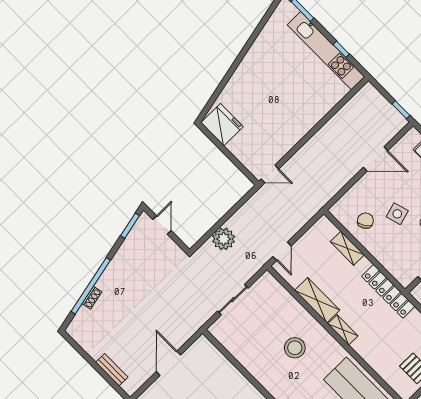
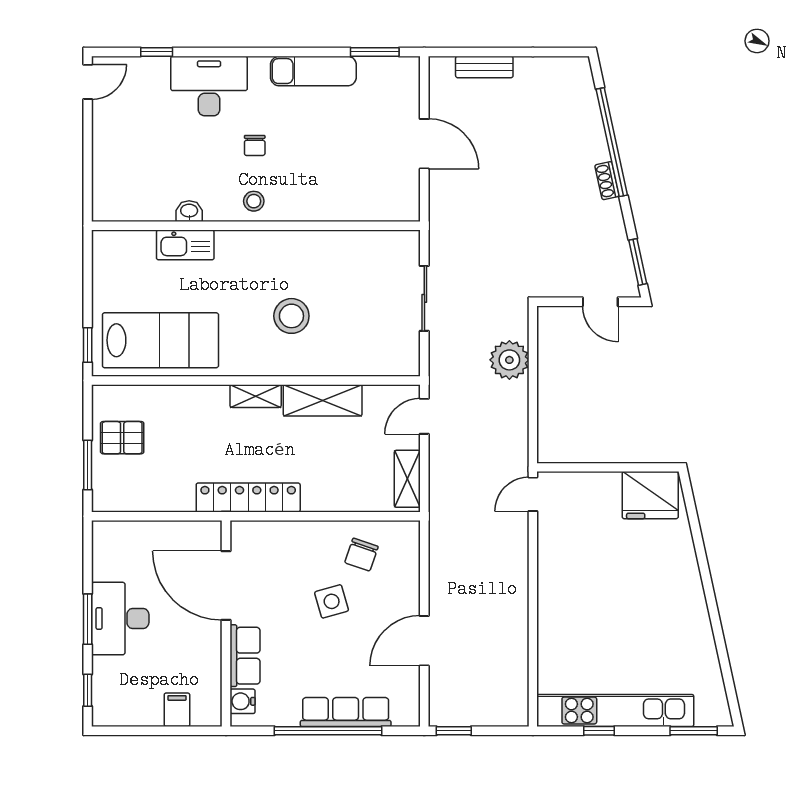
chair: (365, 221) -> (361, 555), turned 52
shelving: (347, 248) -> (407, 479), moved, turned 90
door: (282, 251) -> (424, 416), hinge flipped
shoe rack: (92, 298) -> (607, 181), moved

